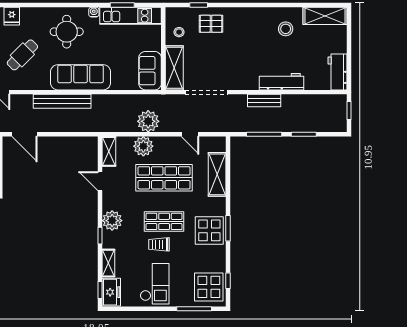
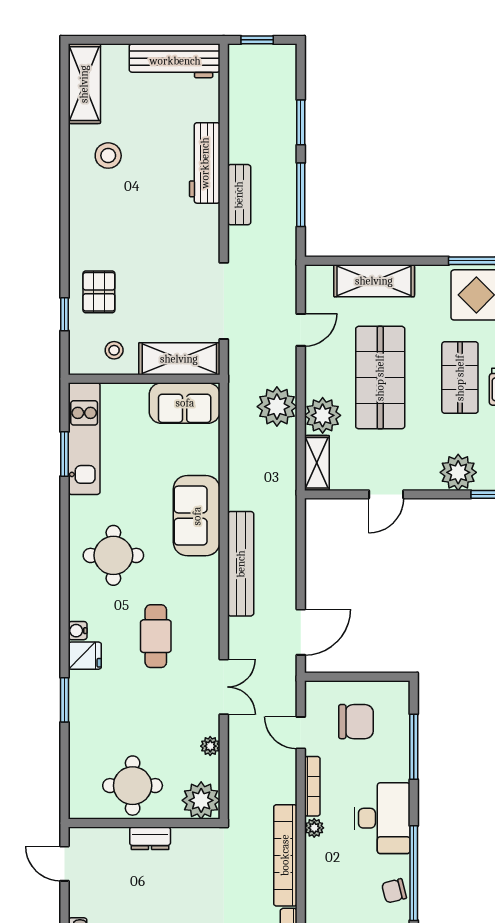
water cooler: (94, 12) -> (78, 631), moved
cafe table: (22, 55) -> (156, 636), turned 45
workbench: (338, 72) -> (175, 61), width x1.38
sofa: (81, 77) -> (197, 516), width x0.73
shelving: (109, 151) -> (317, 463), moved, turned 90

